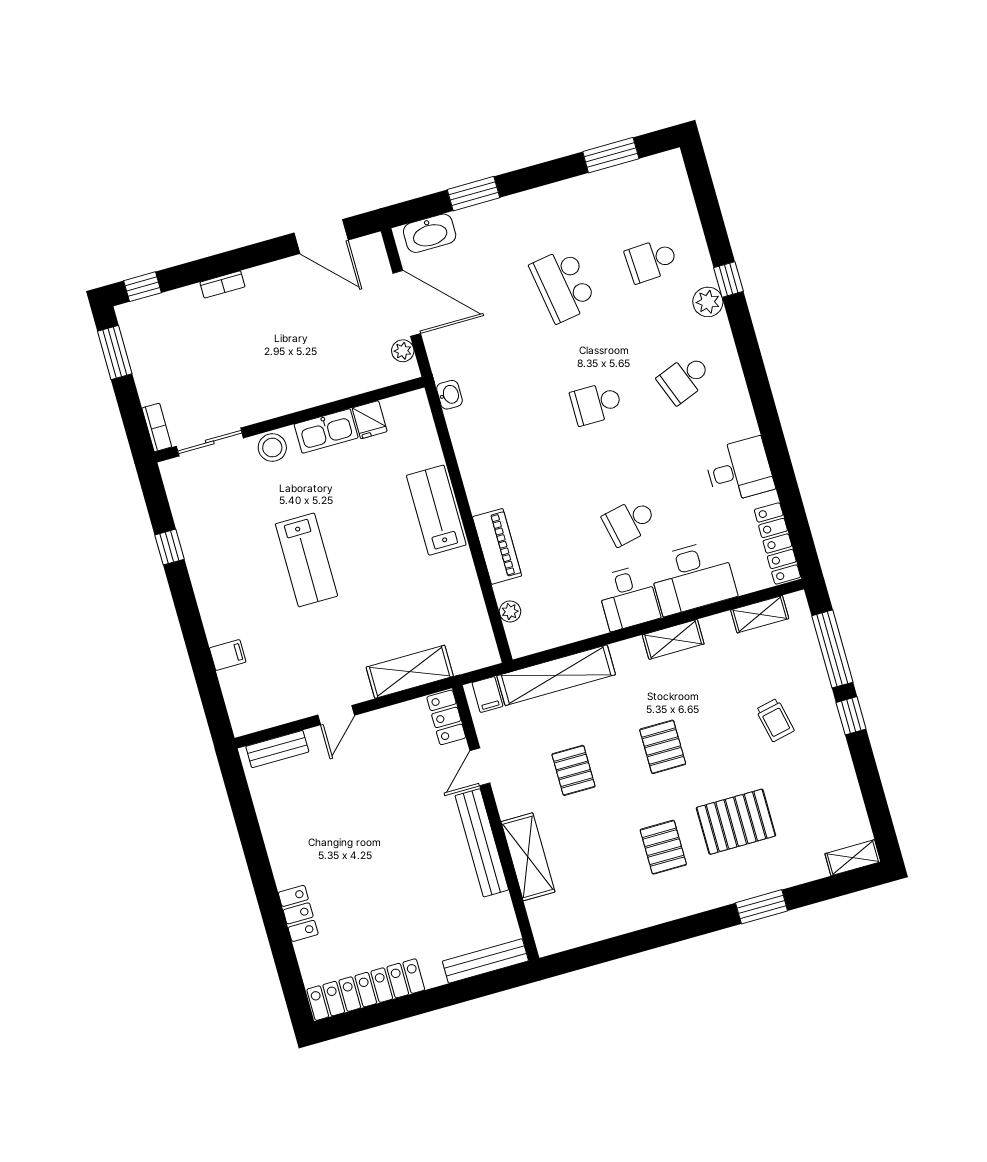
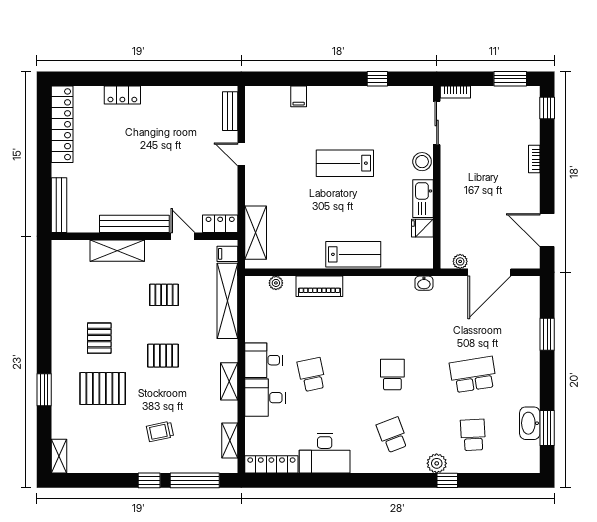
washbasin: (430, 233) -> (530, 423), moved
door: (321, 236) -> (547, 230), hinge flipped
desk: (739, 470) -> (325, 453), width x1.37
desk: (692, 577) -> (265, 398), width x0.73
shelving: (410, 672) -> (256, 233), moved
pallet: (736, 822) -> (103, 389), turned 90
pallet: (663, 847) -> (99, 338), turned 90

